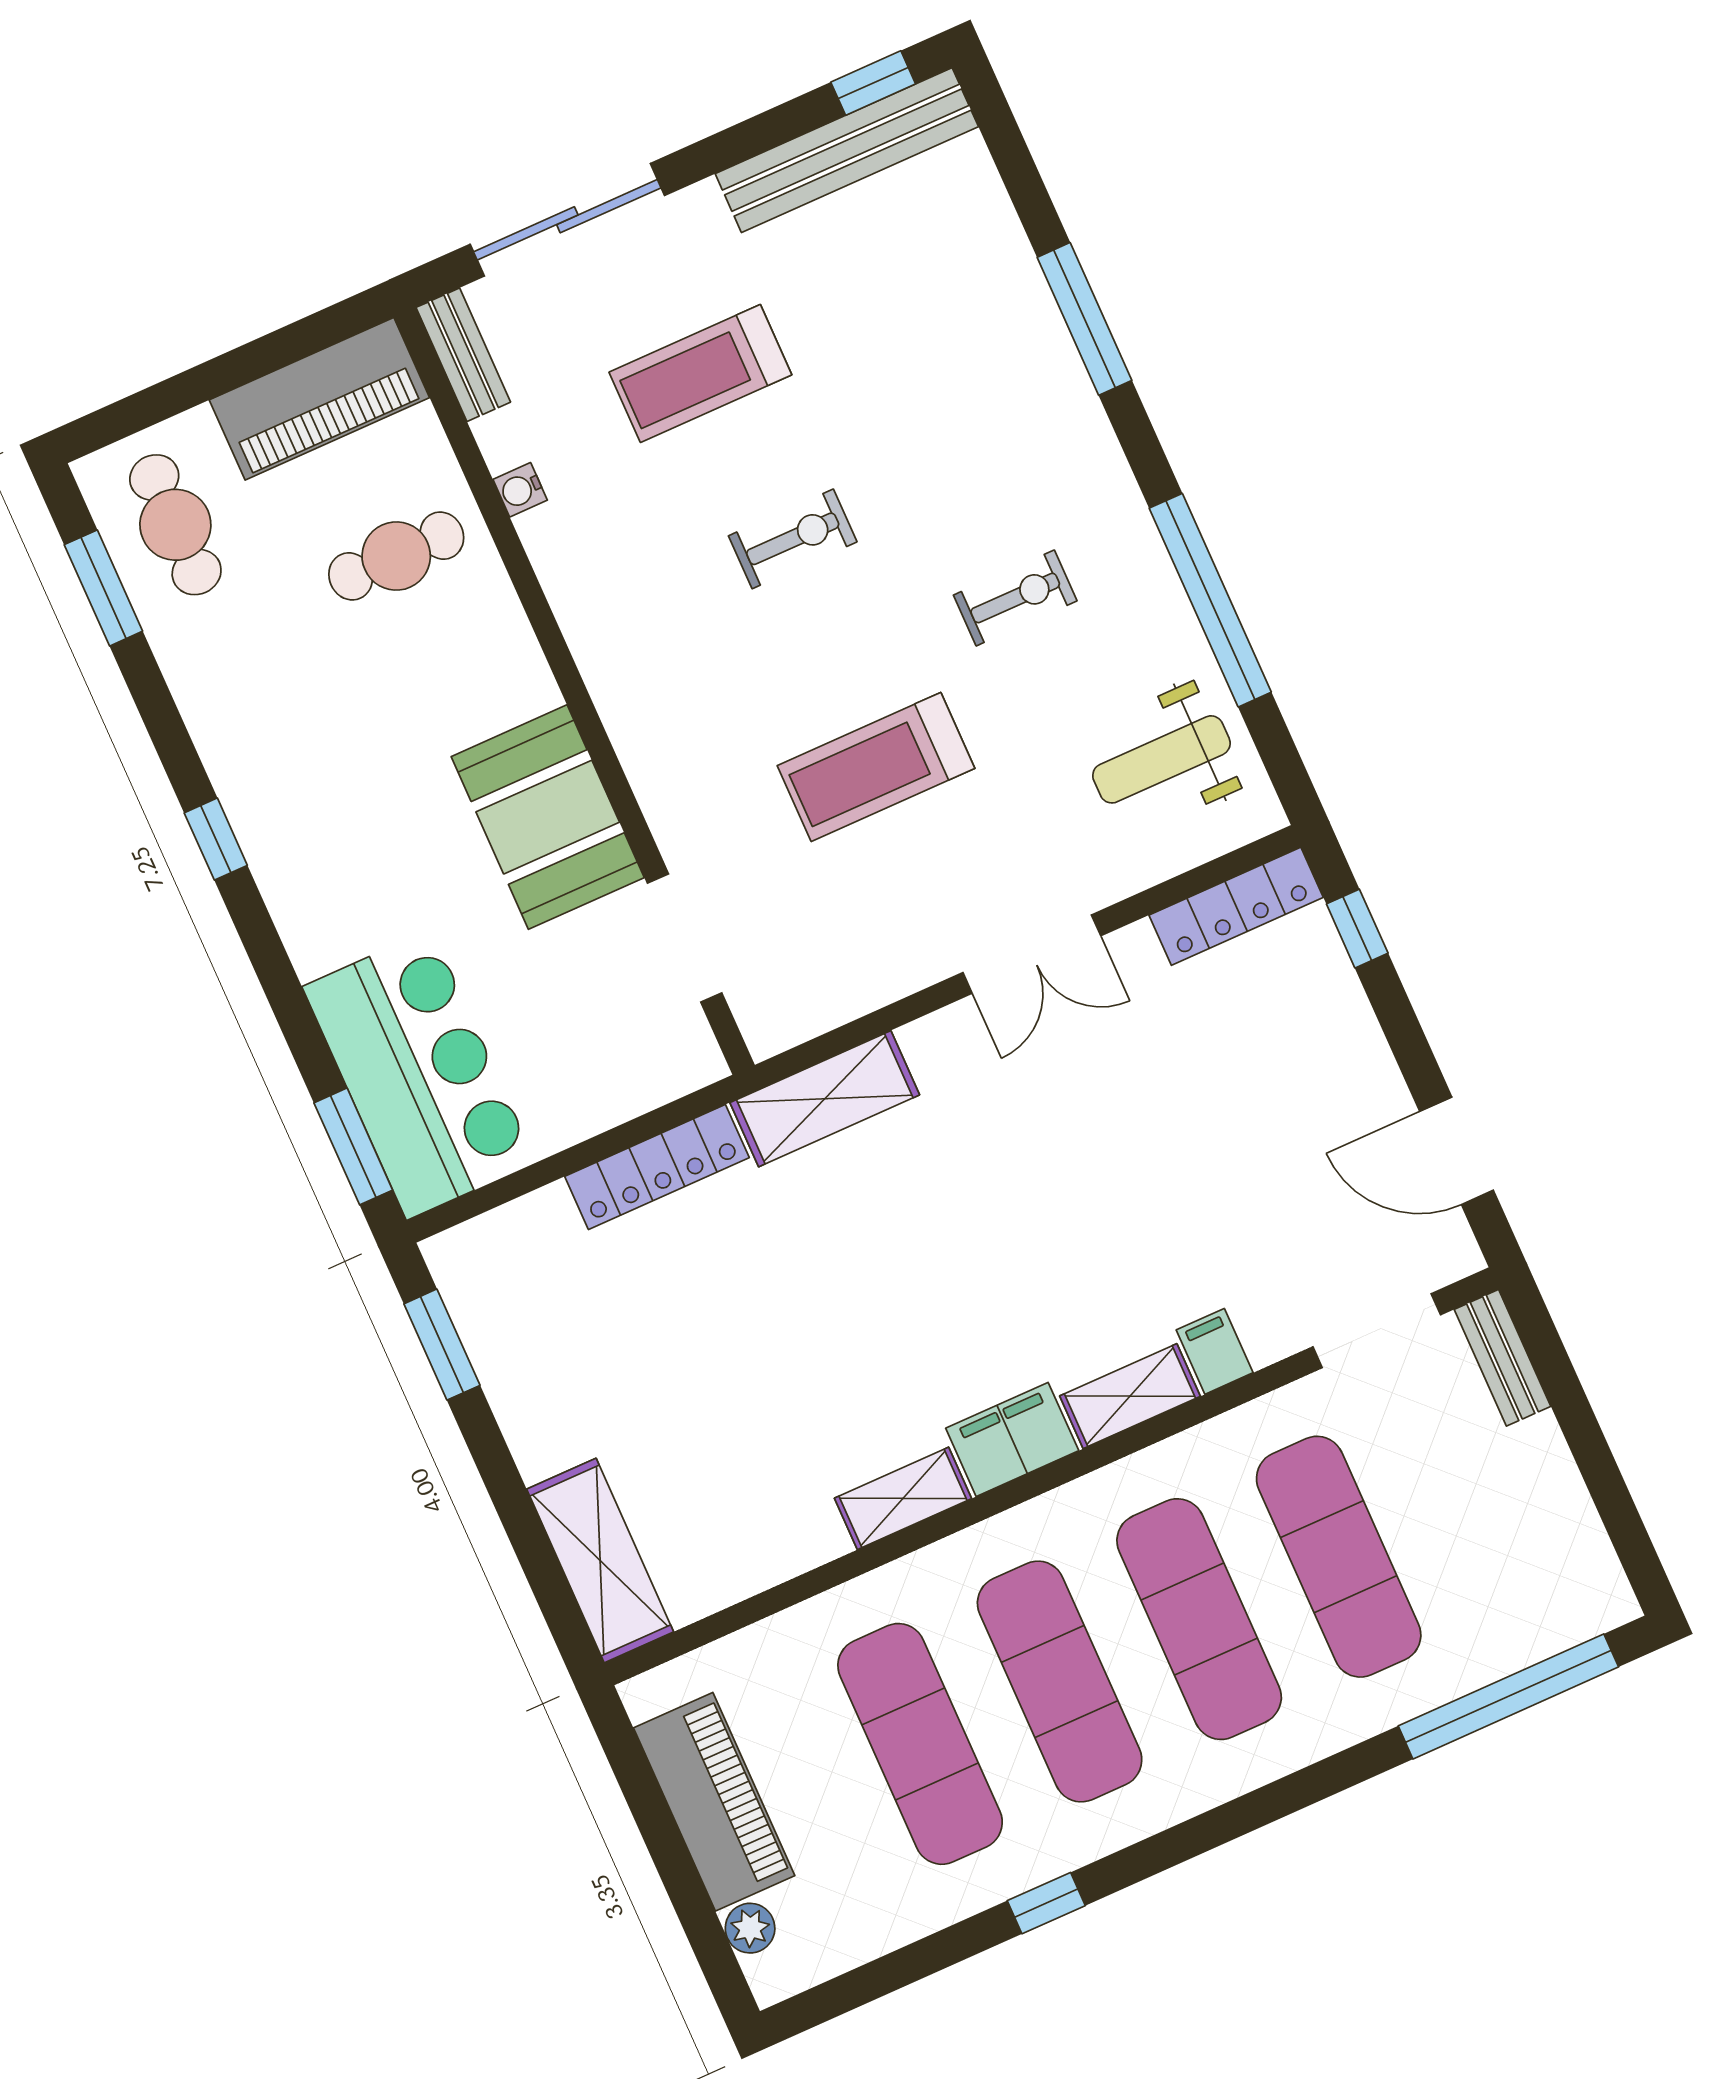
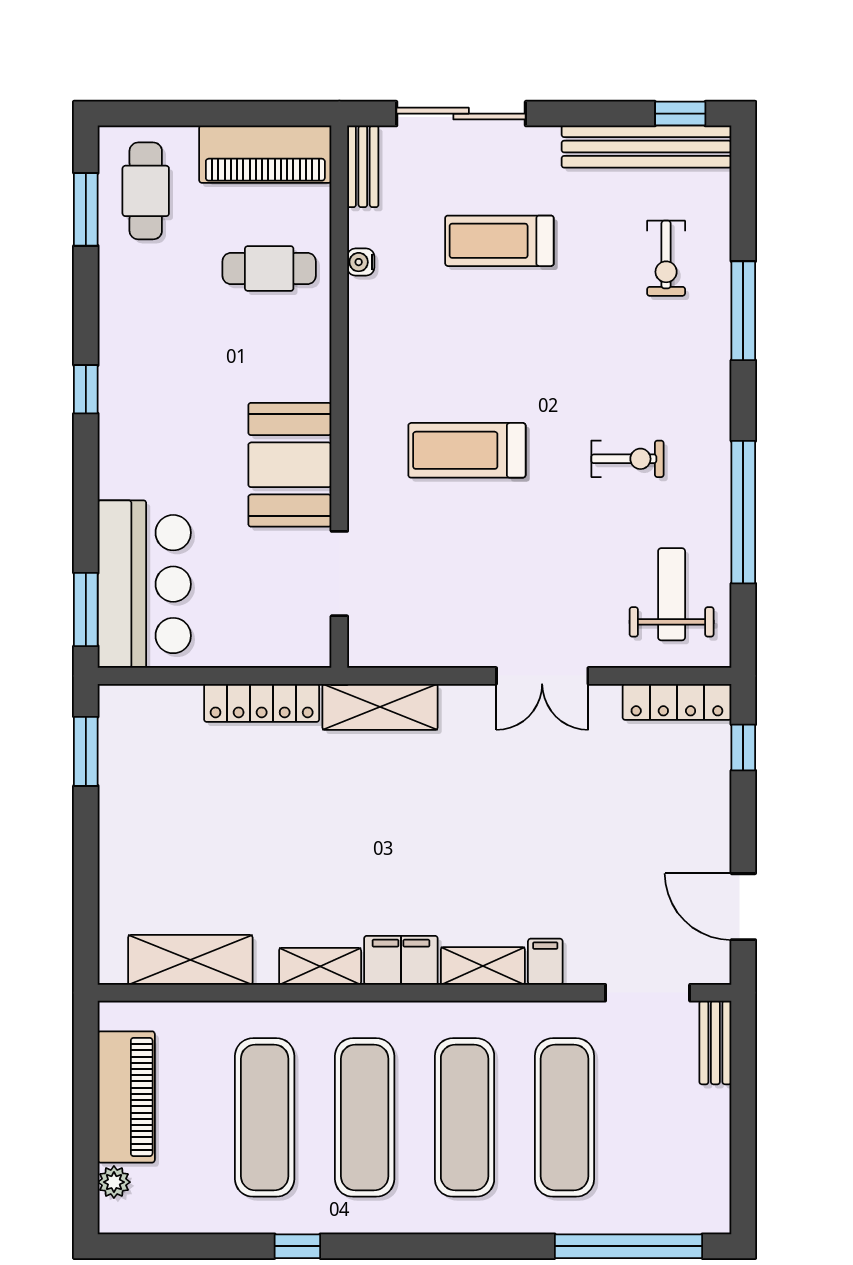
exercise bike: (793, 539) -> (666, 258), moved, turned 90
weight bench: (1161, 759) -> (672, 594), turned 90
treadmill: (876, 767) -> (467, 450), moved
shelving: (600, 1561) -> (190, 960), moved, turned 90

